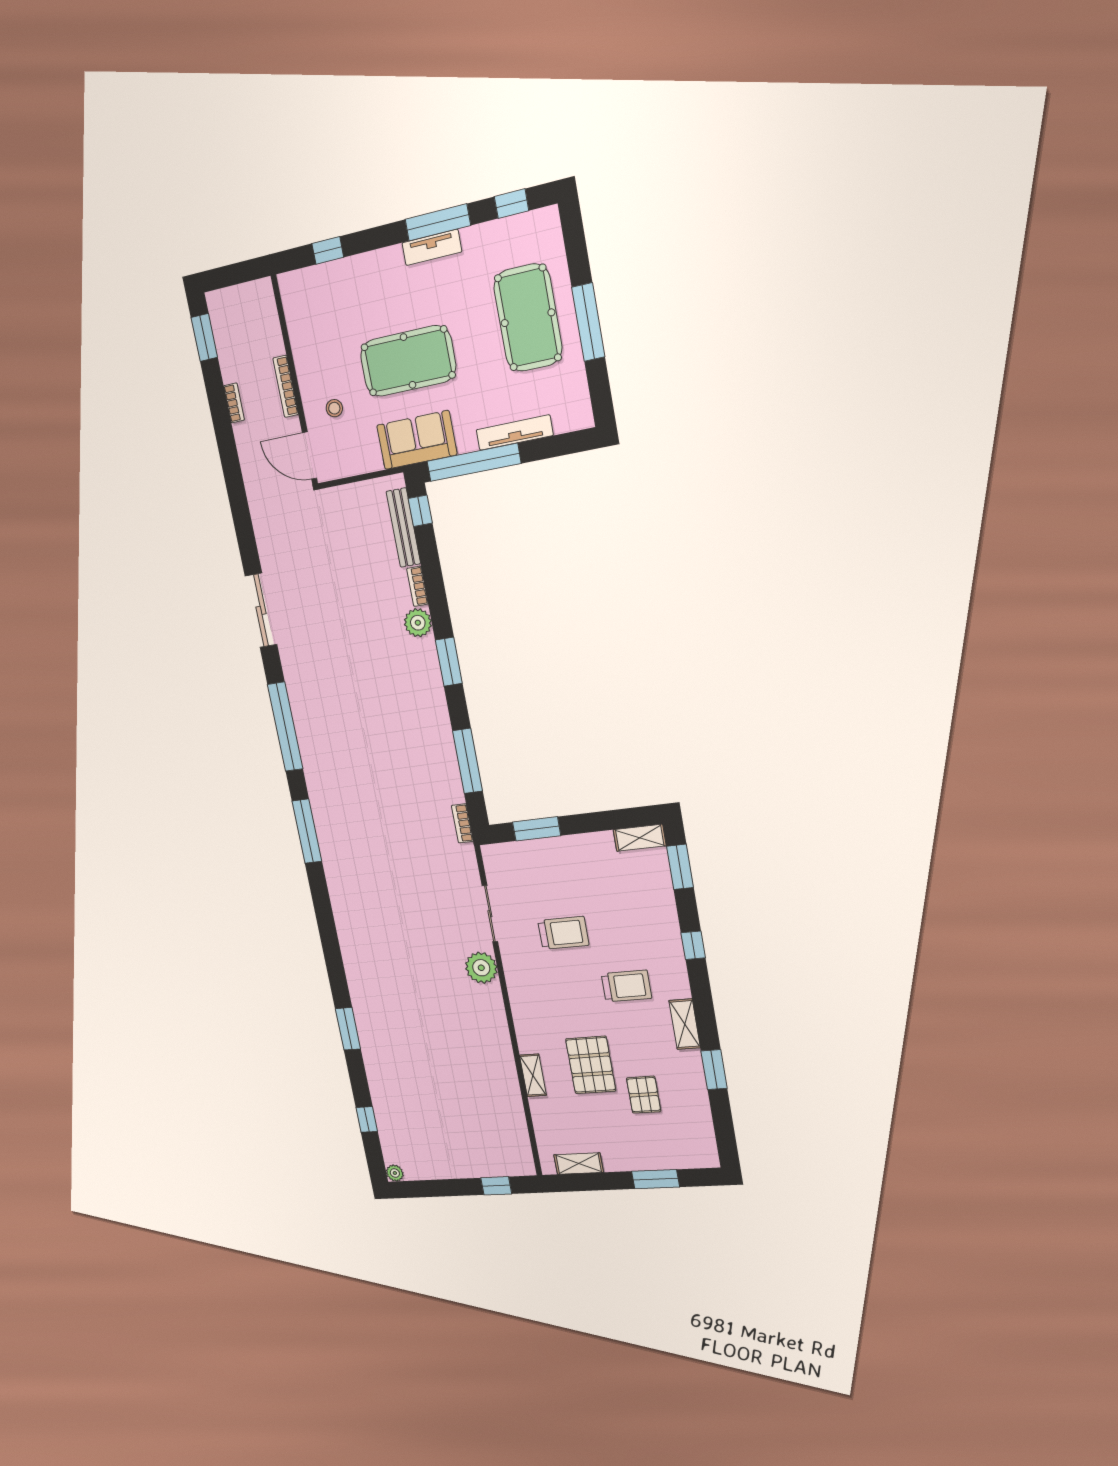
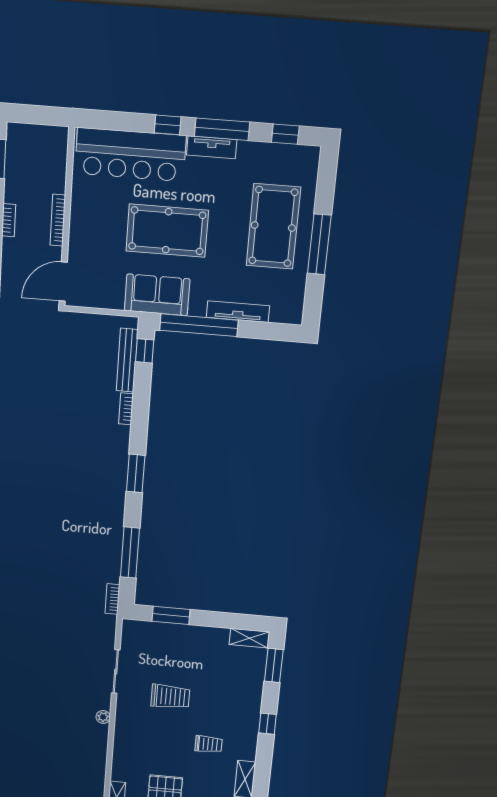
window: (328, 250) -> (168, 125), moved
bar counter: (344, 286) -> (130, 155), added
stool: (334, 408) -> (95, 250), removed
door: (309, 456) -> (63, 282), hinge flipped
plant: (418, 623) -> (119, 437), removed
plant: (481, 968) -> (103, 717), width x0.53, depth x0.53
trolley: (626, 986) -> (209, 744), width x0.73, depth x0.72

